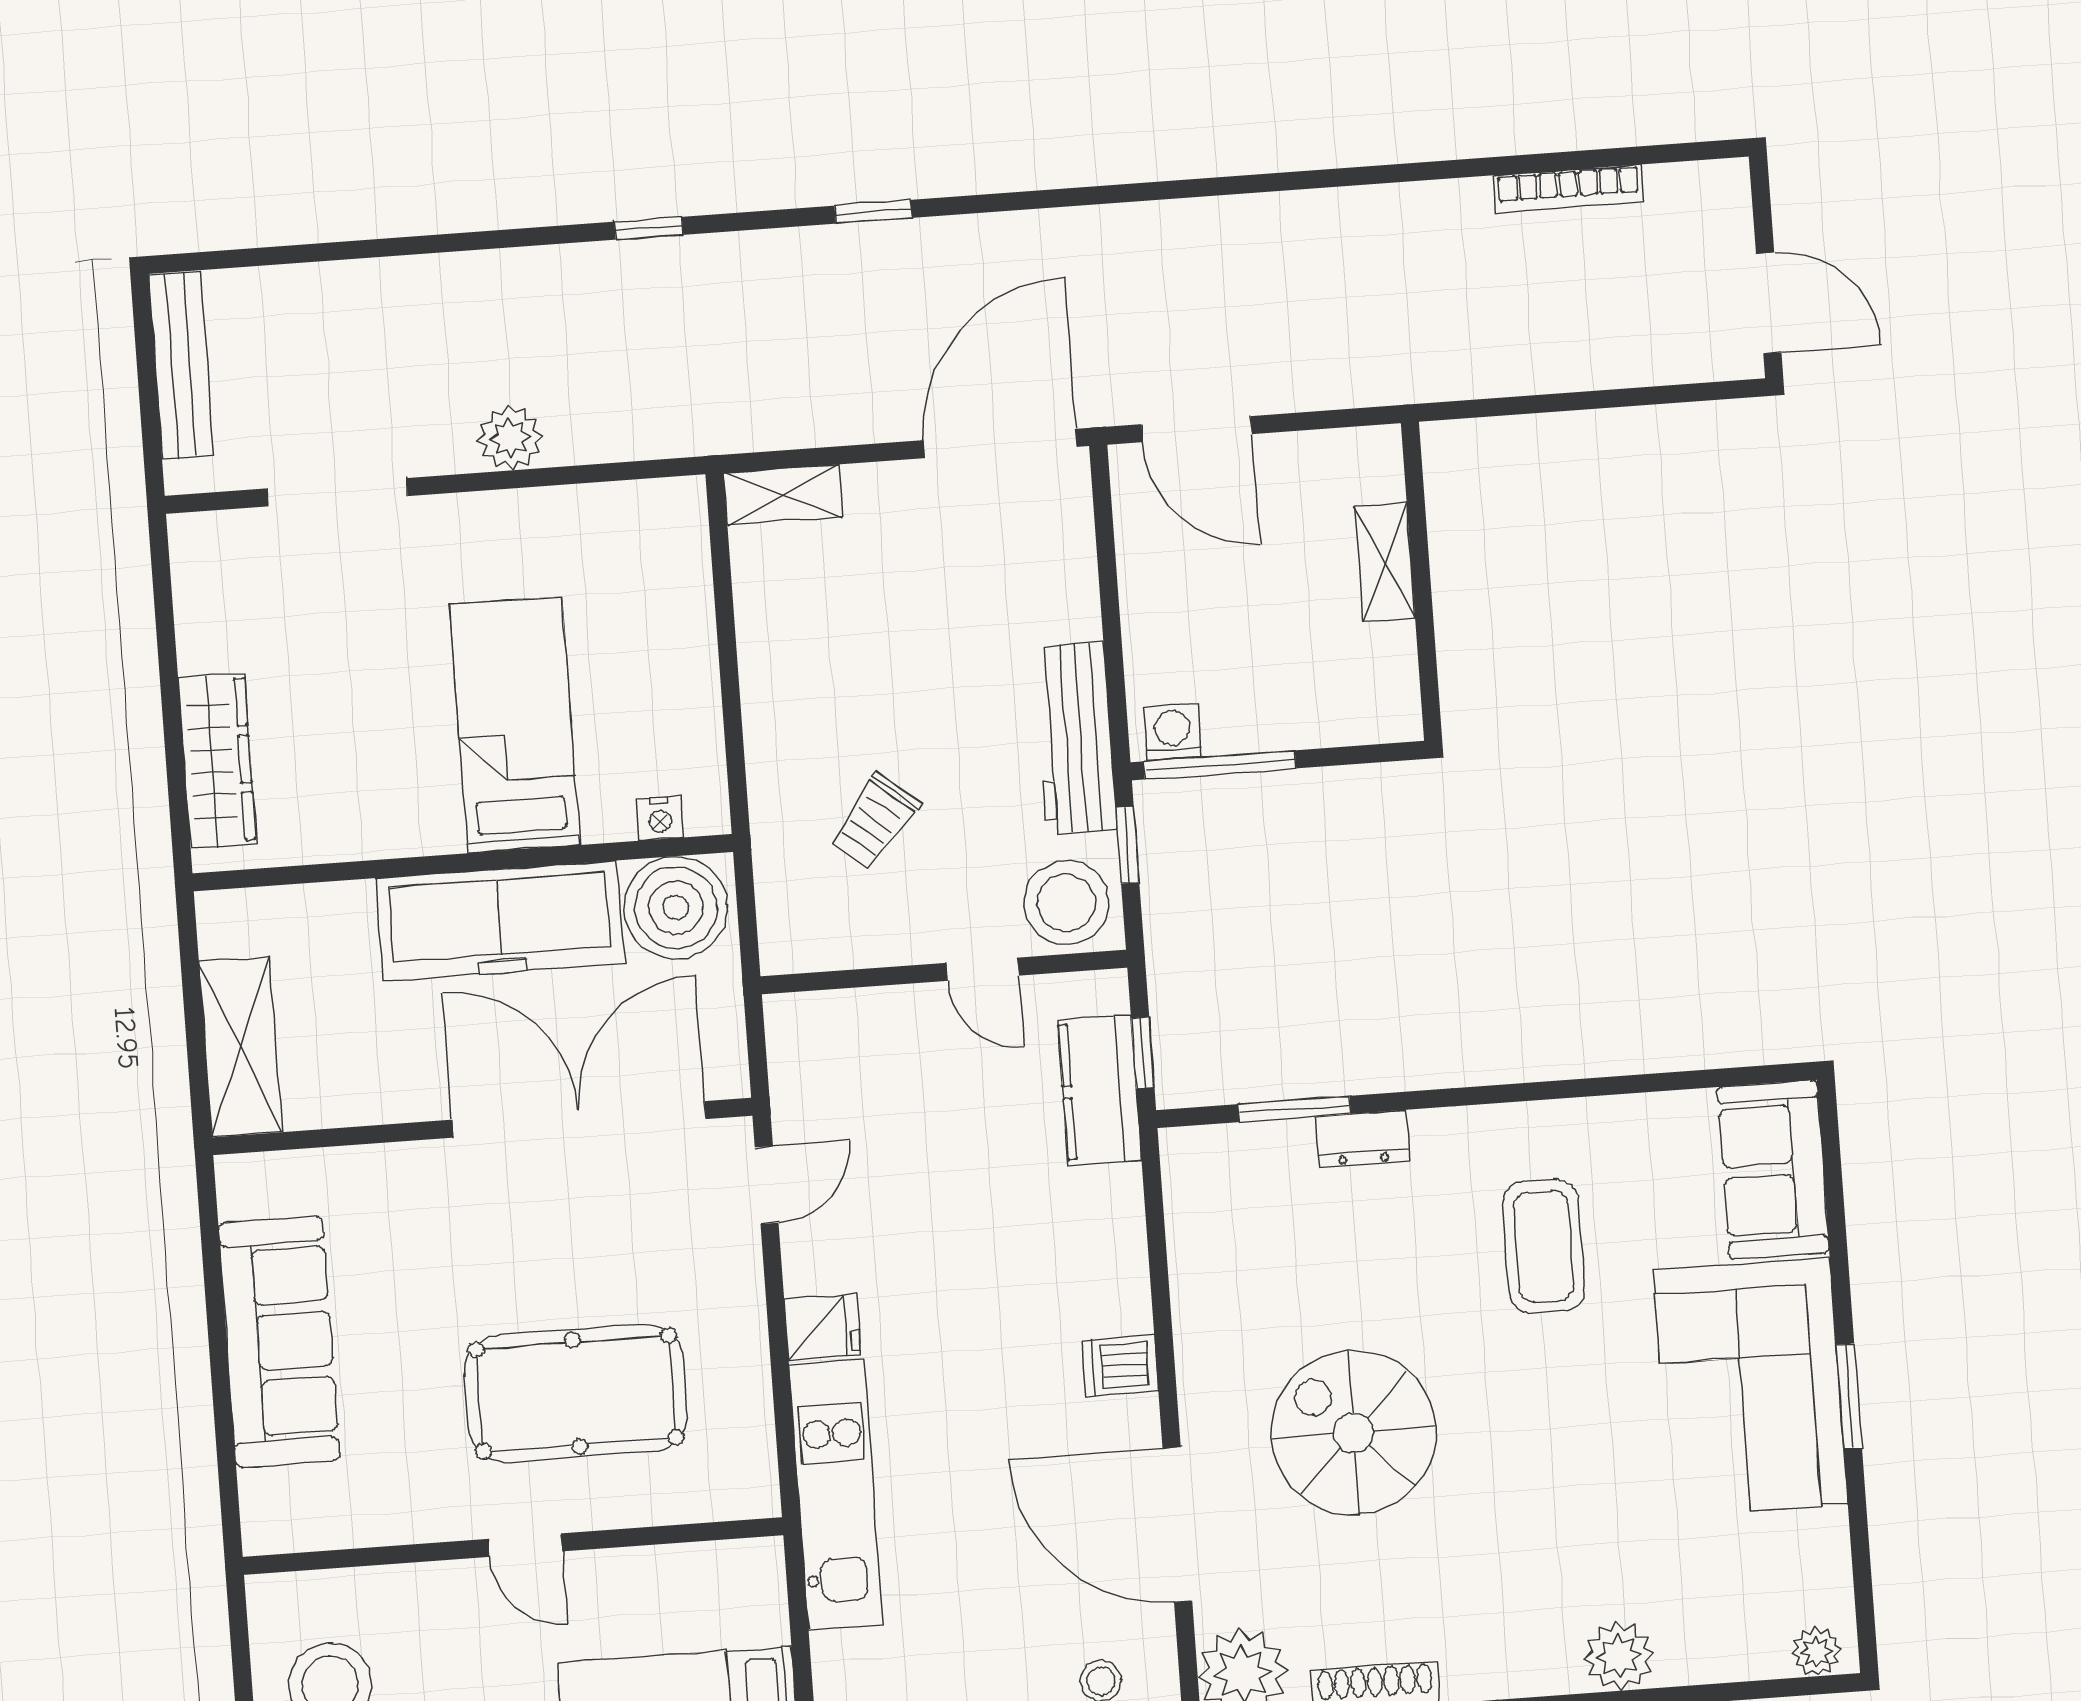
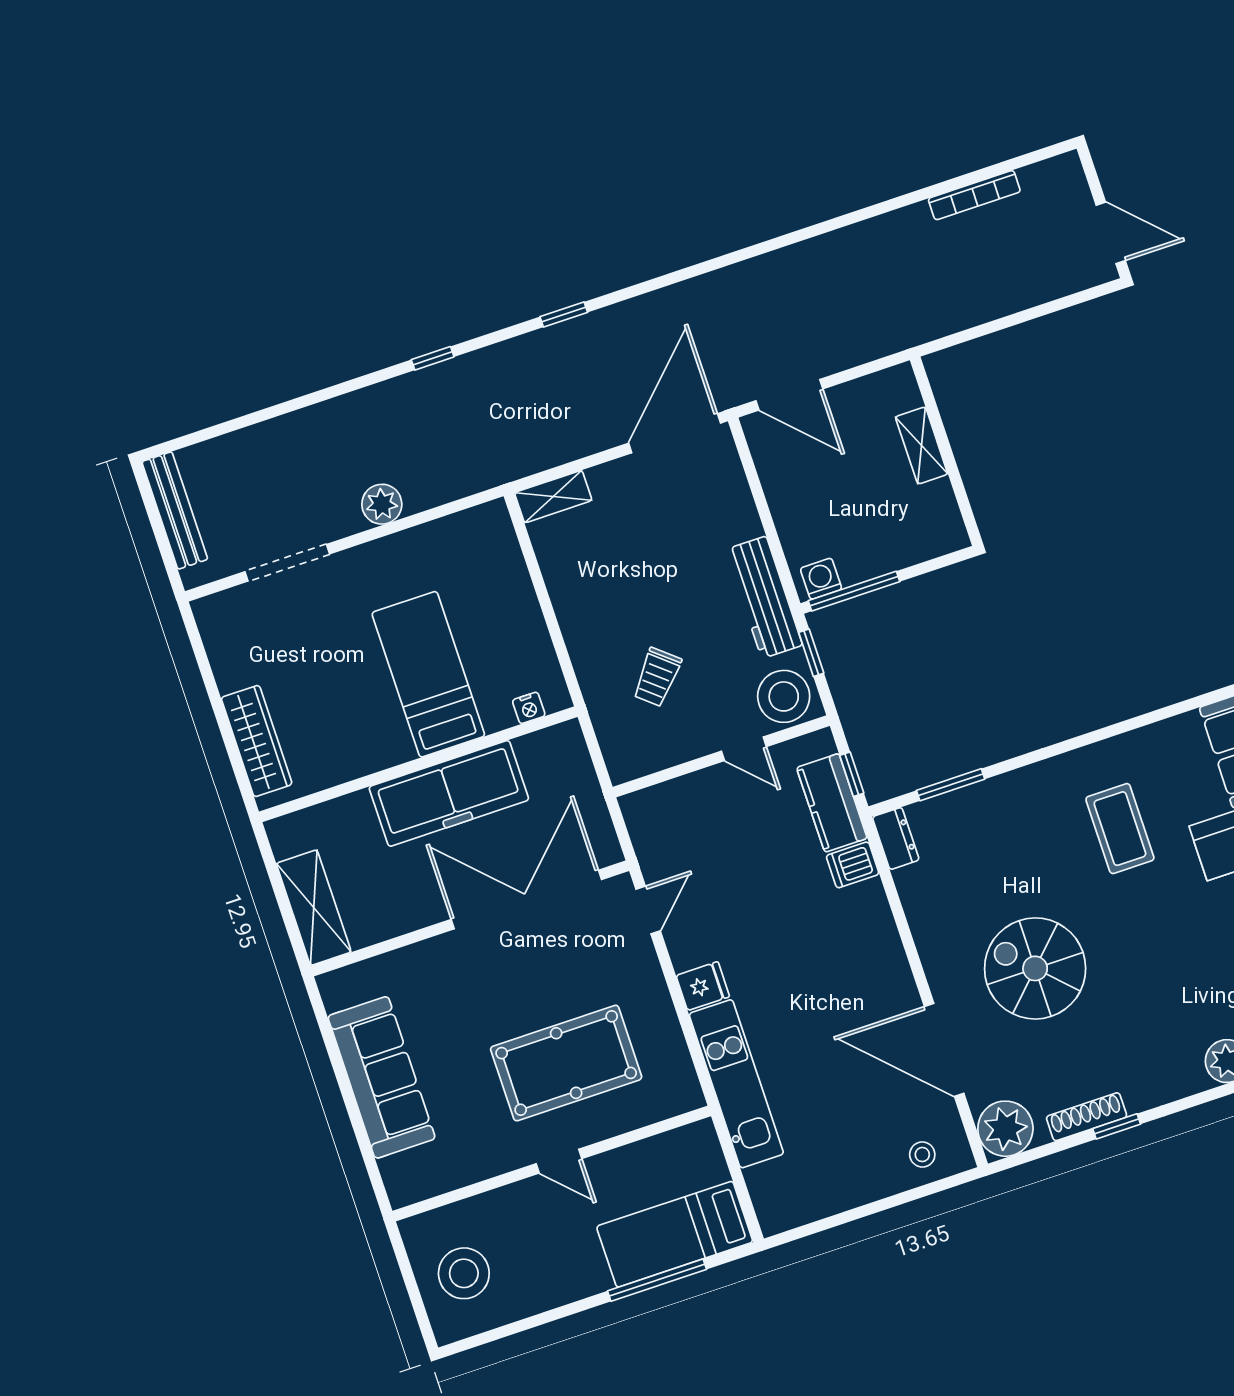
boiler: (676, 908) -> (552, 759), removed
dresser: (1362, 1139) -> (896, 838), moved, turned -90
dishwasher: (1120, 1366) -> (853, 865), moved

